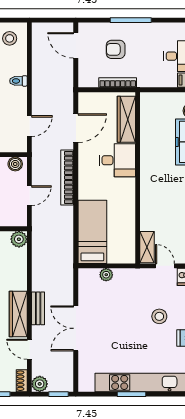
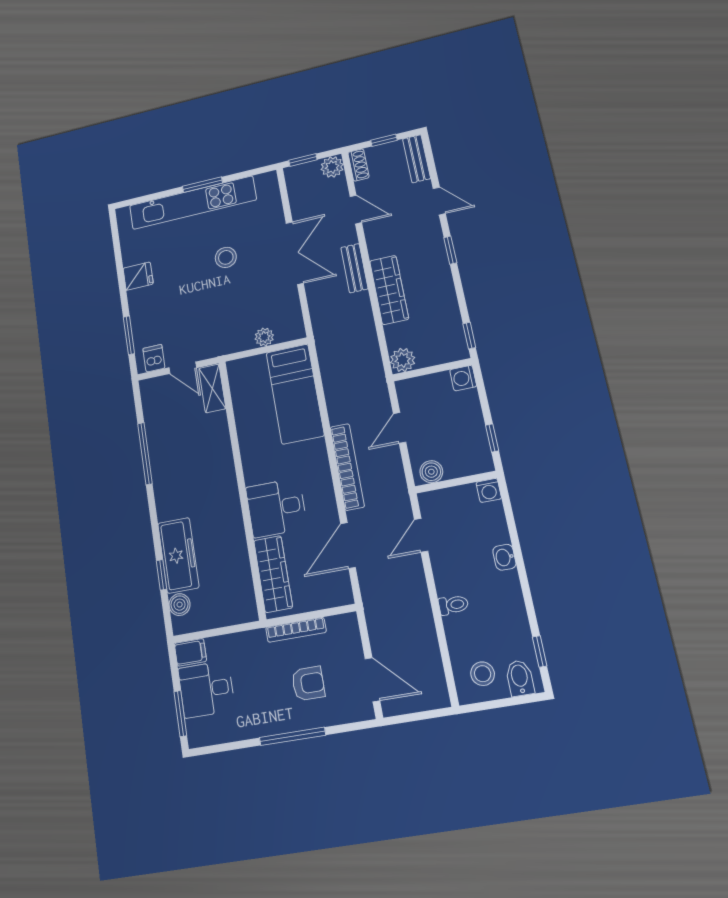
wardrobe: (18, 314) -> (389, 290), moved
stool: (159, 316) -> (226, 257), moved

